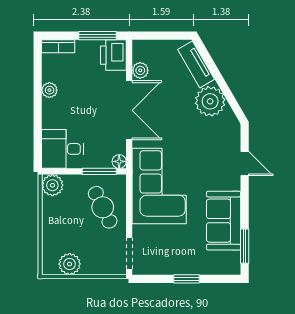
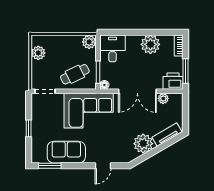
plant: (49, 90) -> (150, 44), width x1.87, depth x1.87

